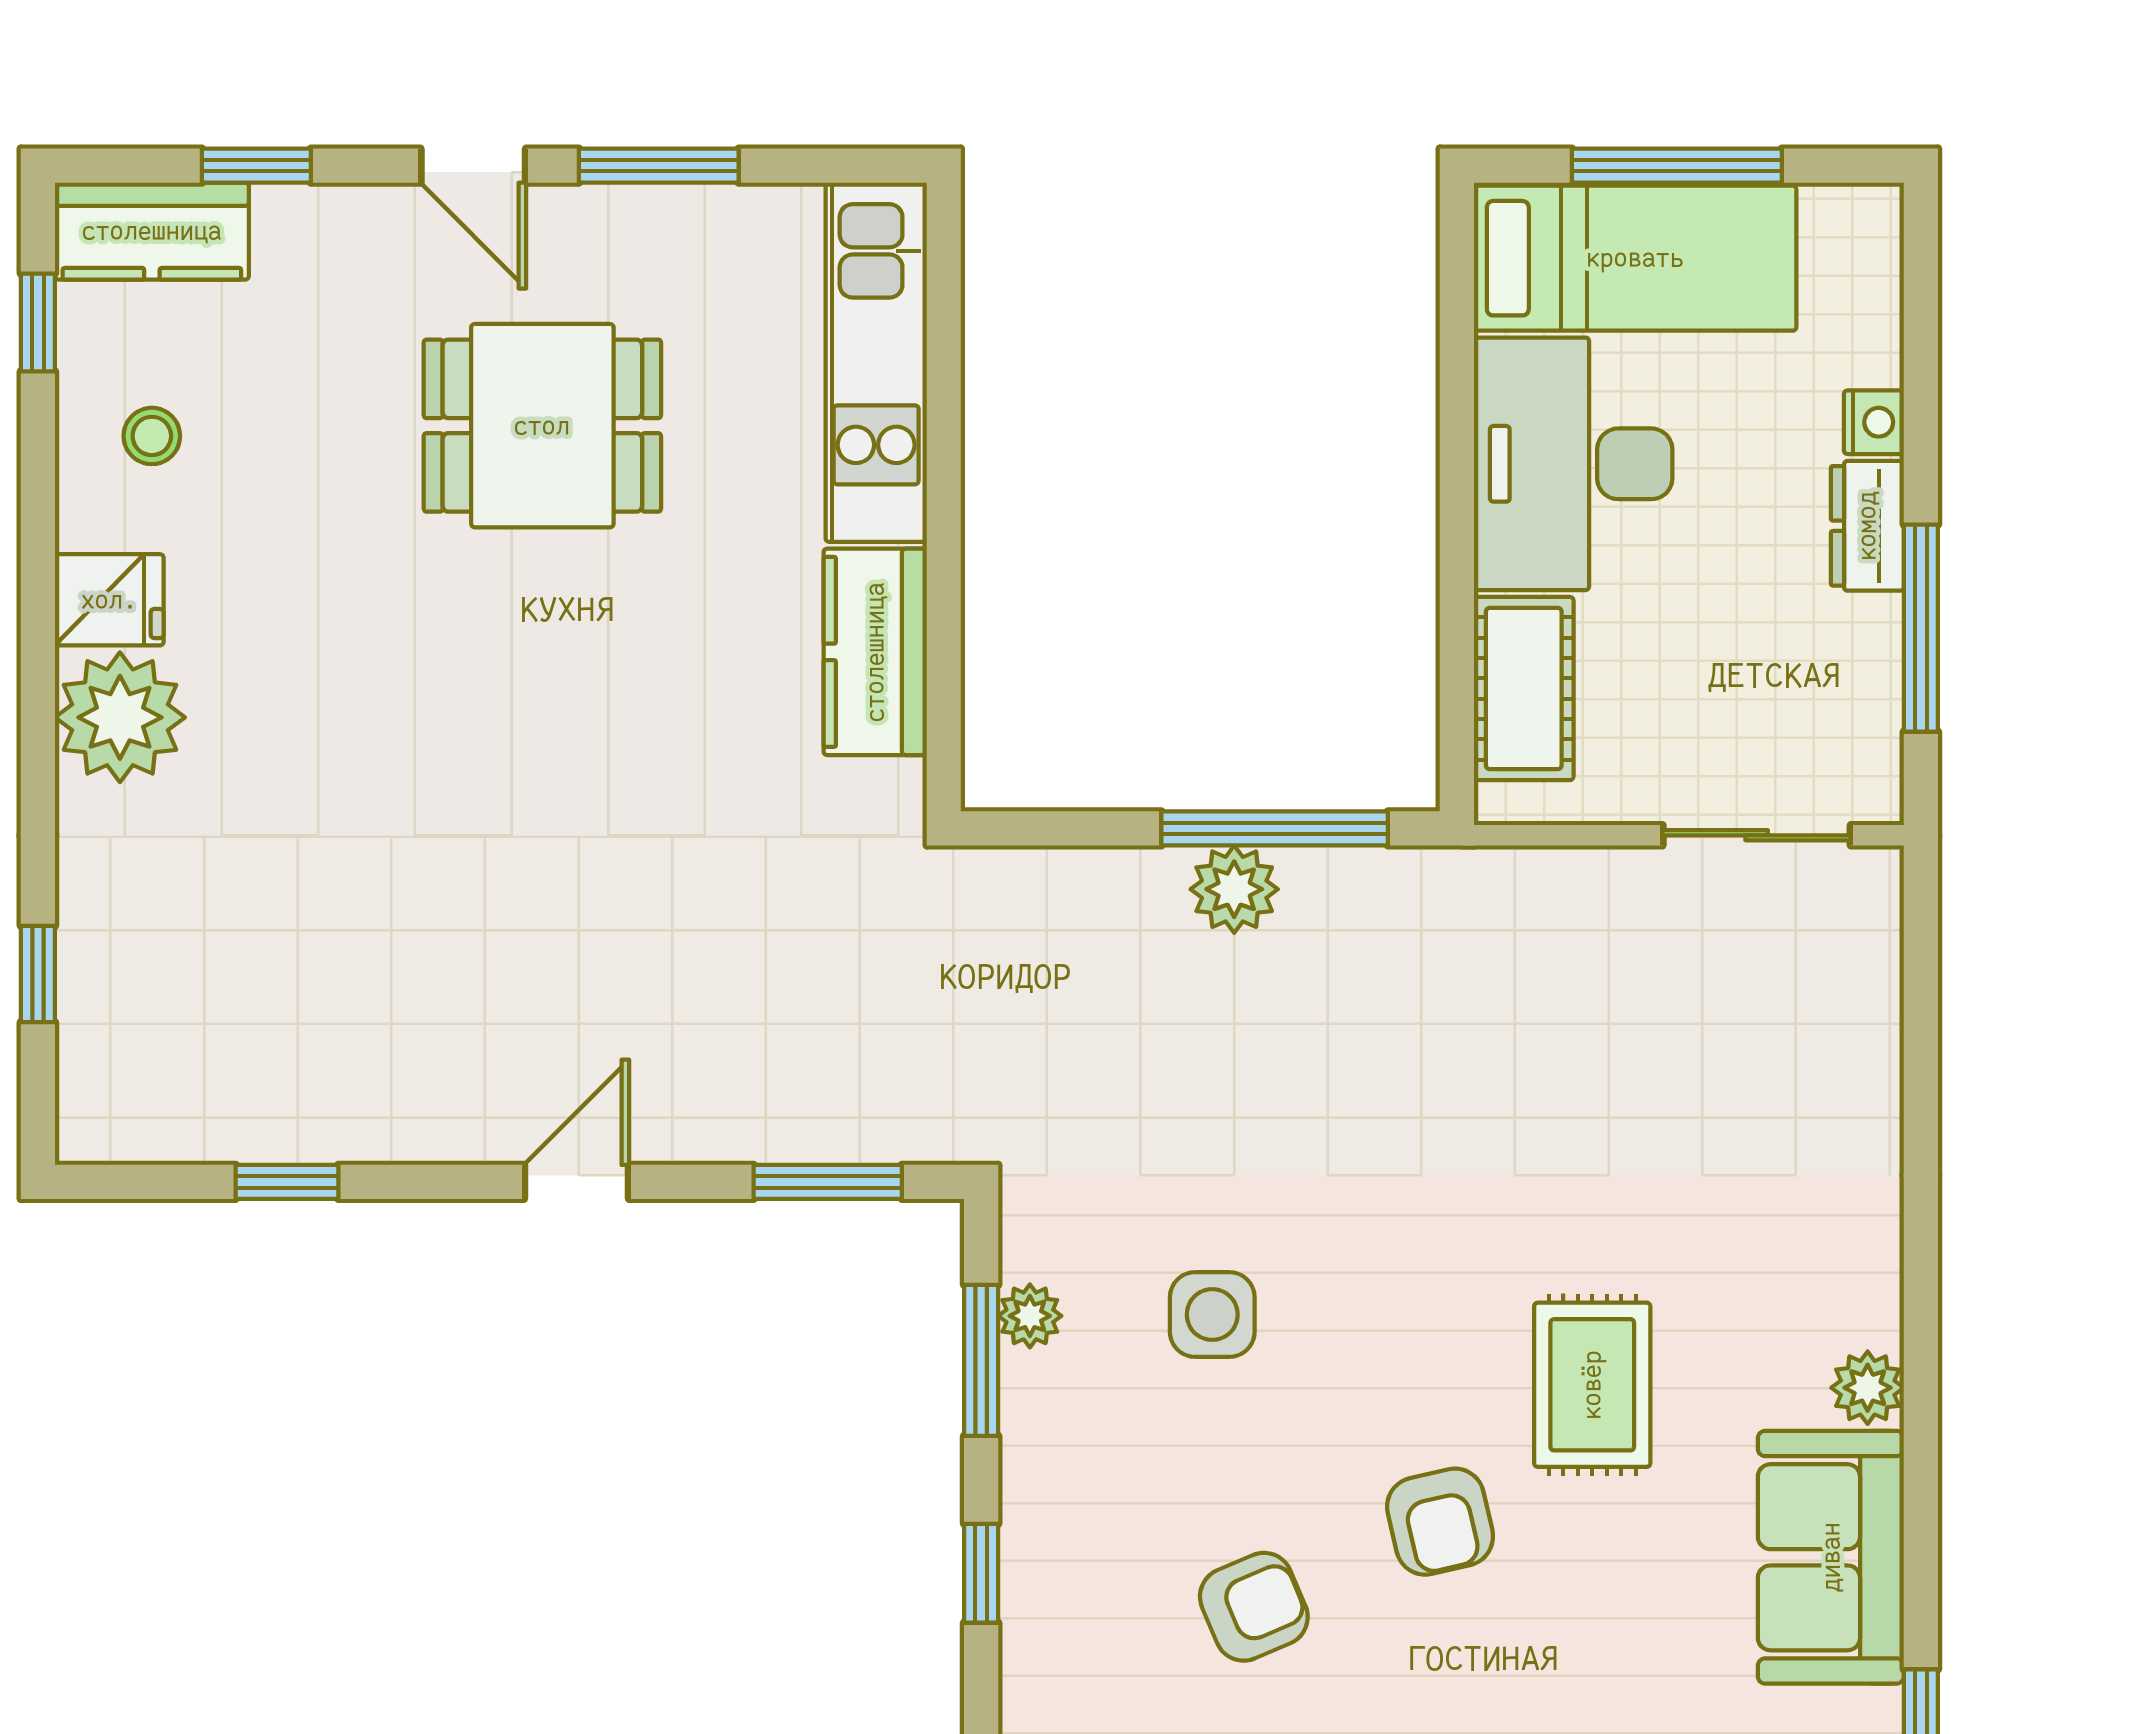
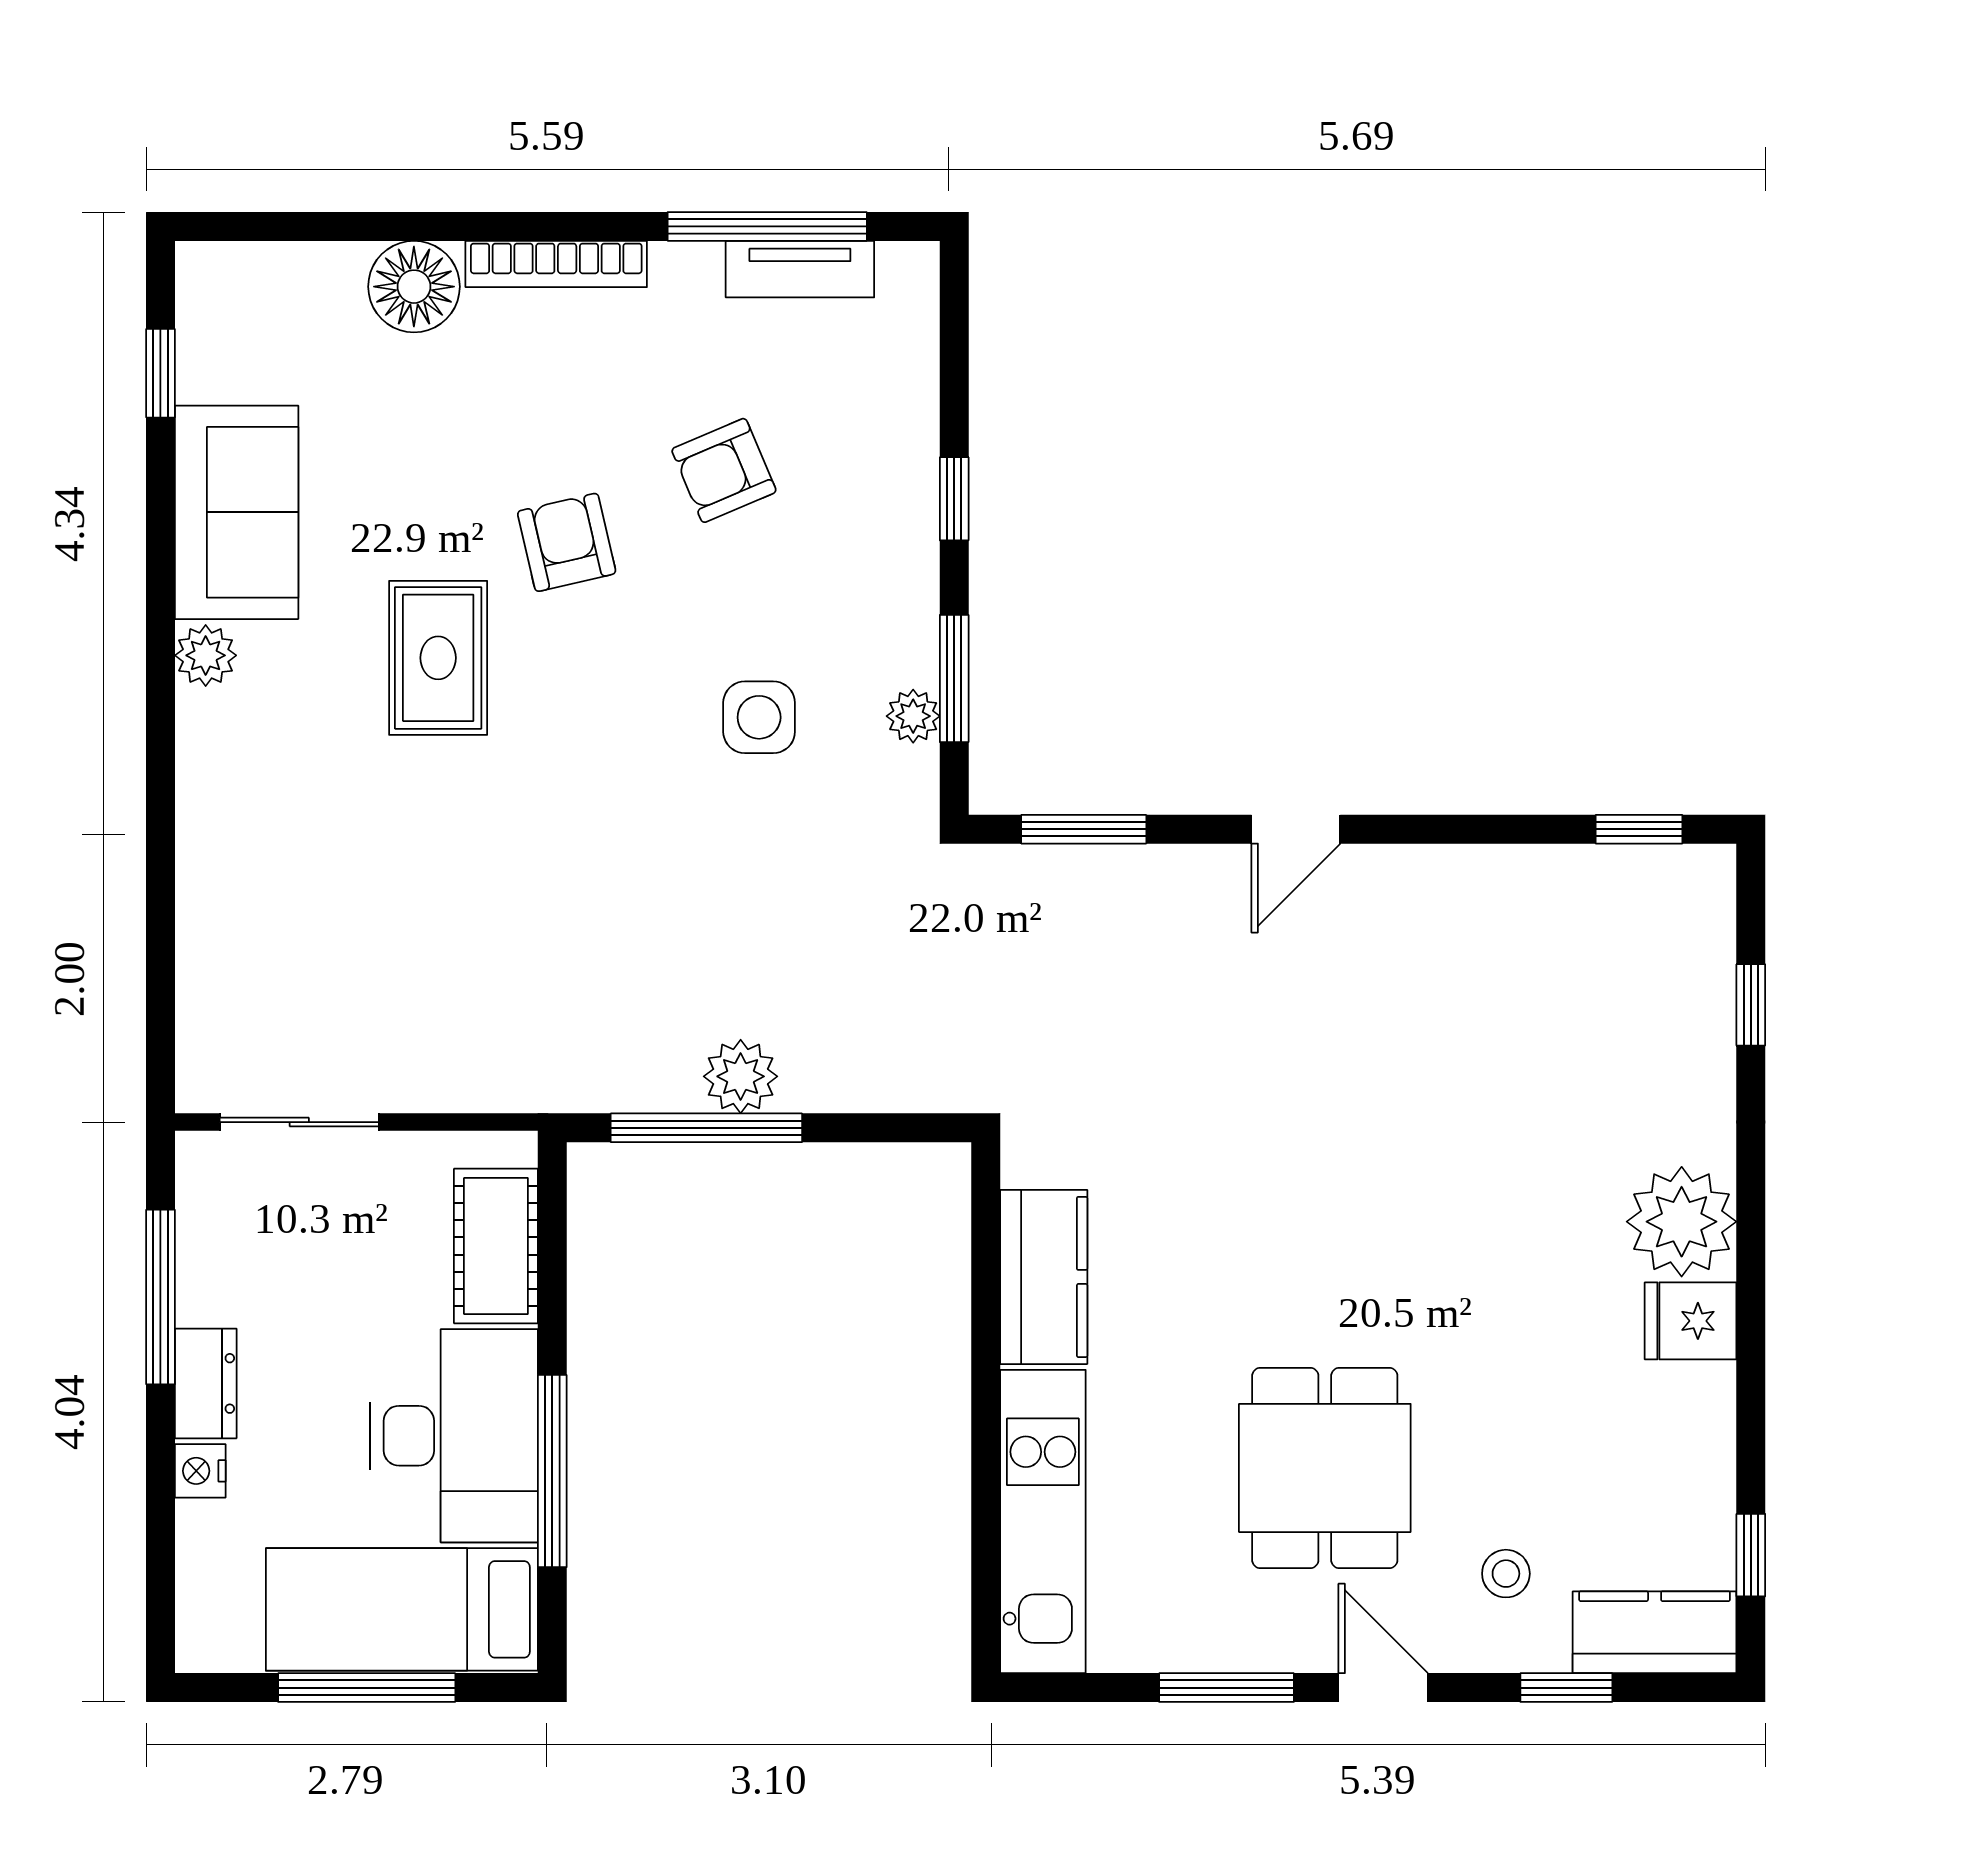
window: (1457, 422) -> (552, 1471), added
dining table: (542, 426) -> (1325, 1468), turned 90
stool: (152, 436) -> (1506, 1574), moved
window: (287, 1182) -> (1639, 829), moved

